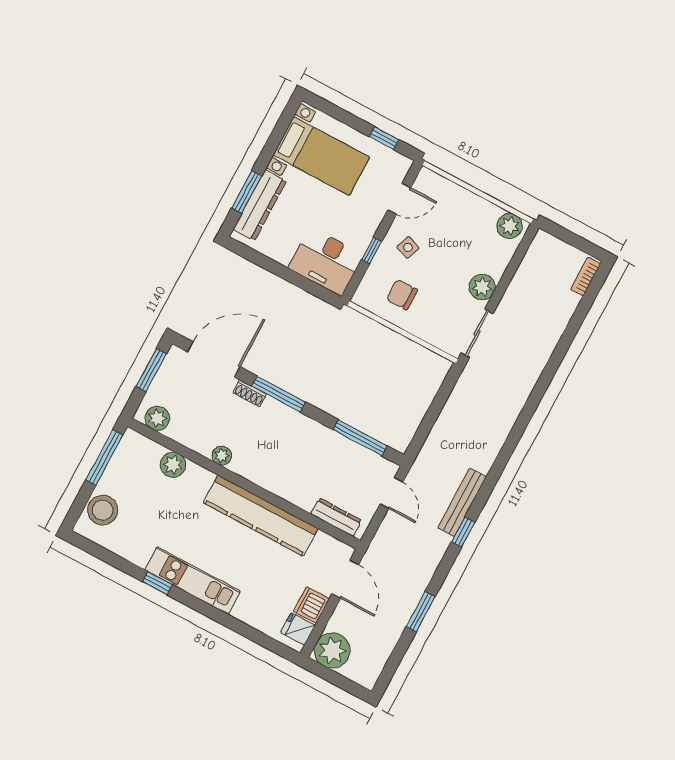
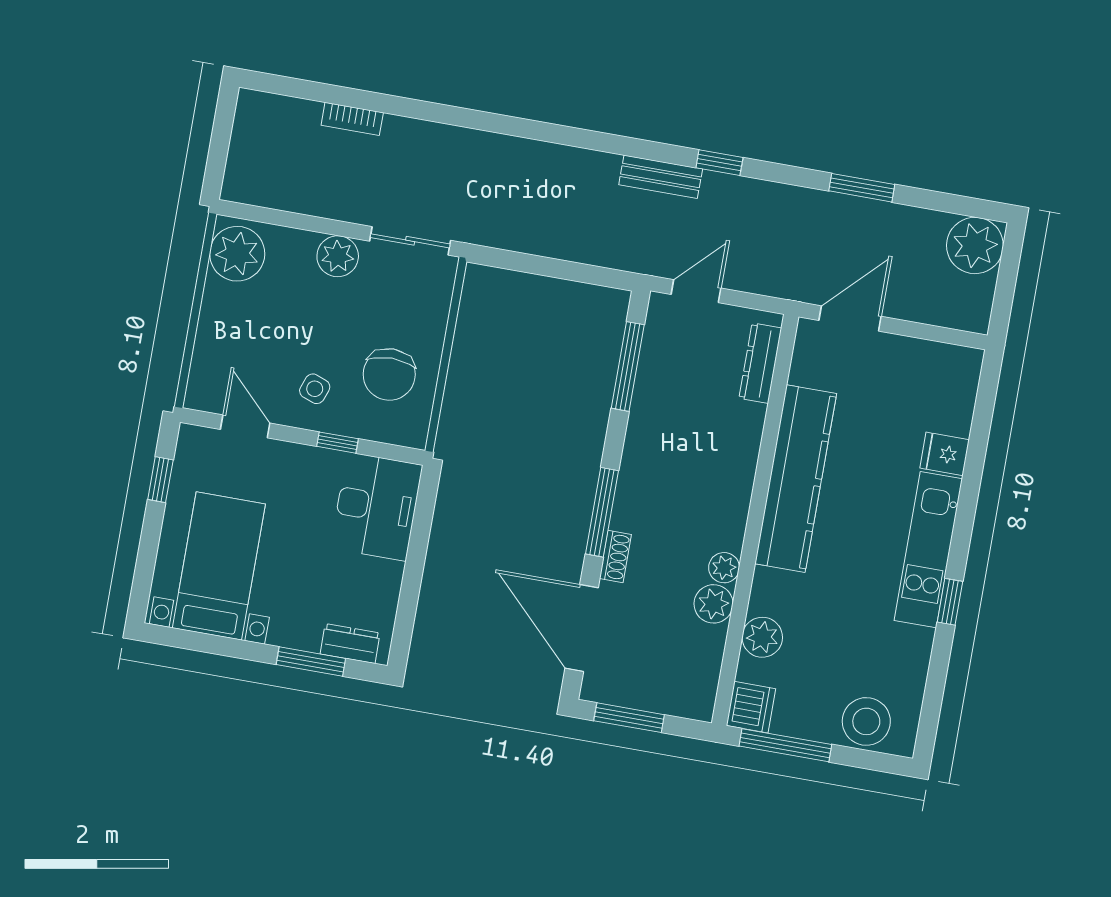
dresser: (260, 205) -> (350, 643), width x0.51, depth x0.80
plant: (509, 226) -> (237, 254), width x1.36, depth x1.36
bookcase: (586, 277) -> (352, 119), moved
chair: (402, 295) -> (389, 374), width x1.37, depth x1.37
plant: (157, 418) -> (714, 604), moved
bench: (462, 502) -> (661, 177), width x0.73
dishwasher: (311, 605) -> (751, 707), moved, turned -90
fridge: (298, 629) -> (945, 454), moved, turned 90
plant: (332, 650) -> (975, 245), moved

